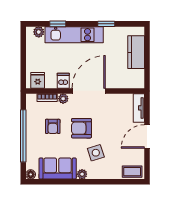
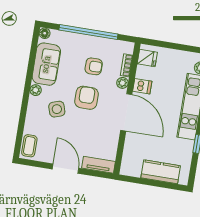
armchair: (53, 126) -> (94, 66), turned 180

